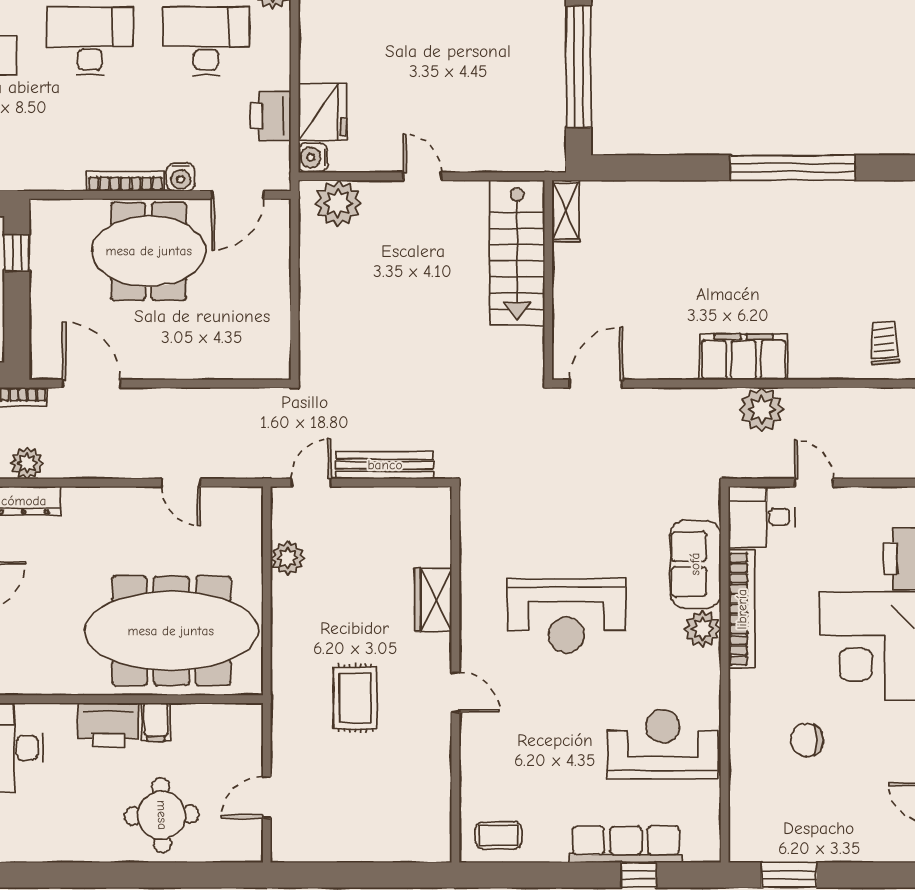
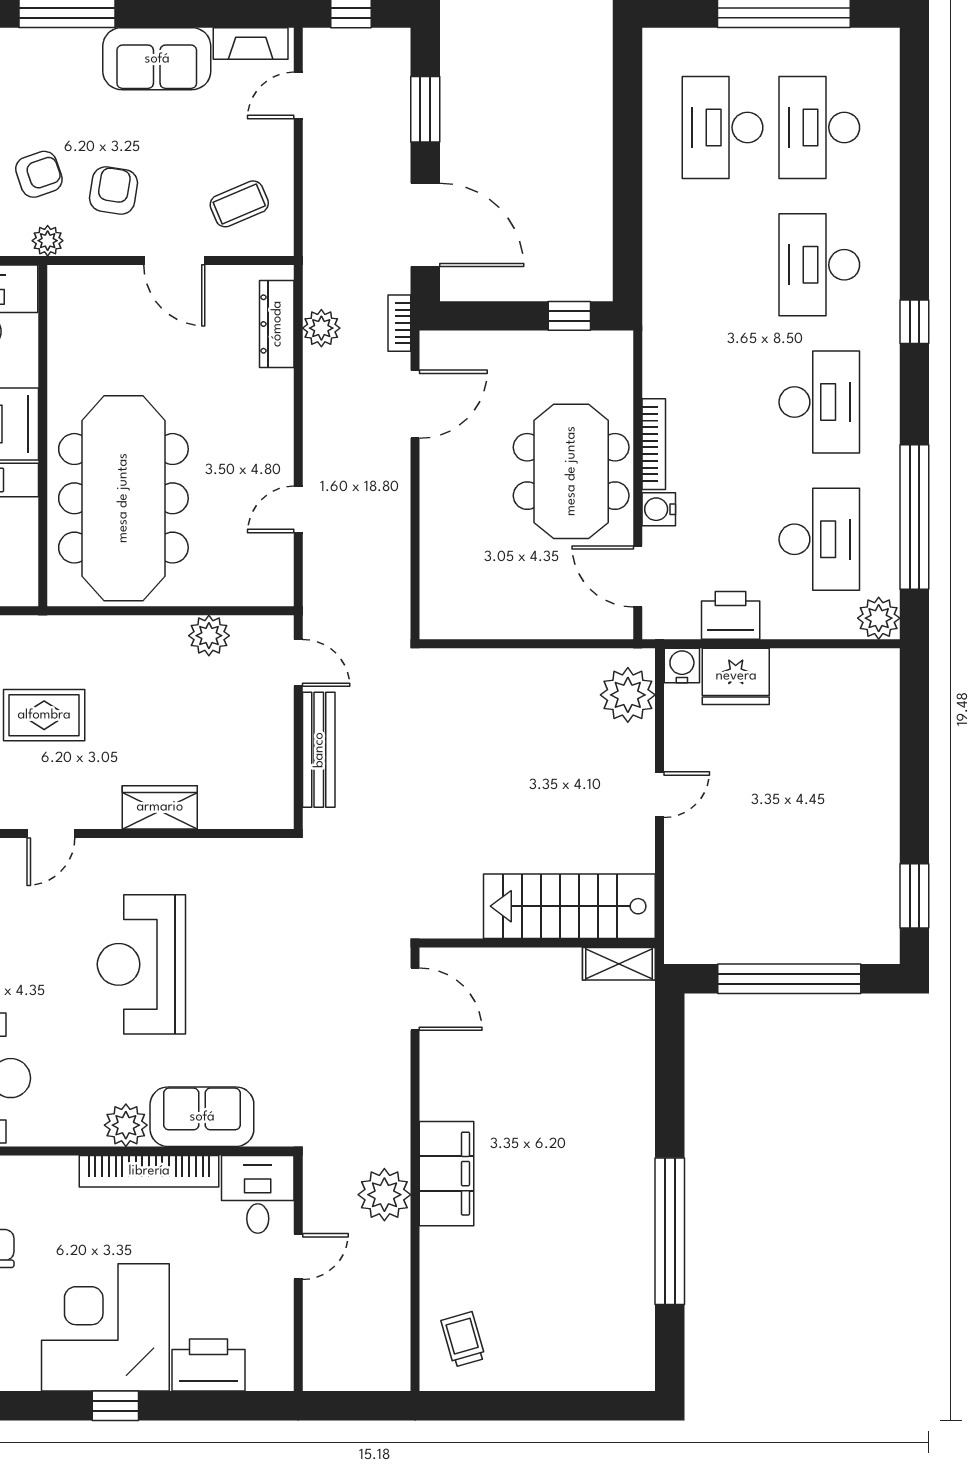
trolley: (884, 343) -> (463, 1339), turned -102

